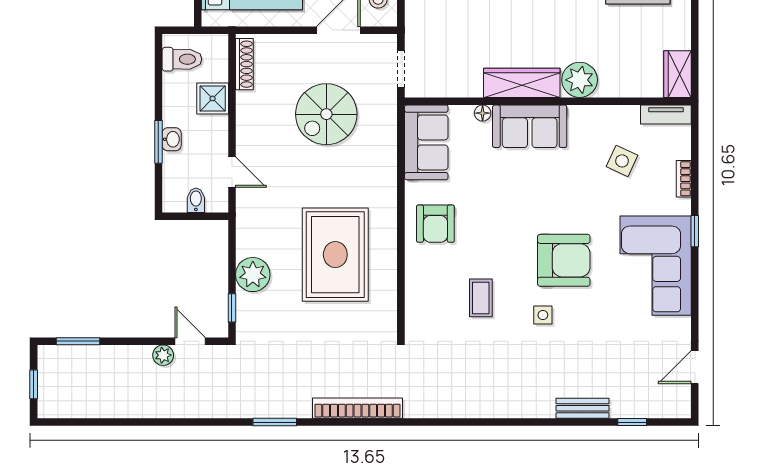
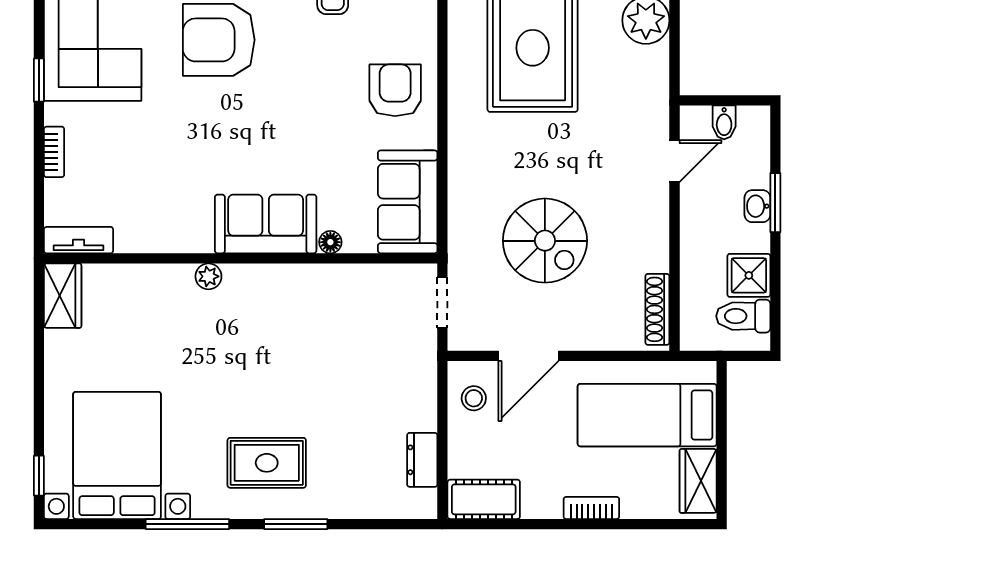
plant: (580, 80) -> (208, 276), width x0.53, depth x0.53
wardrobe: (522, 83) -> (277, 284), removed
shower: (213, 98) -> (749, 275), moved
spiral stairs: (326, 114) -> (545, 241), turned 90
side table: (622, 161) -> (139, 176), removed
door: (232, 172) -> (675, 161), swing flipped

